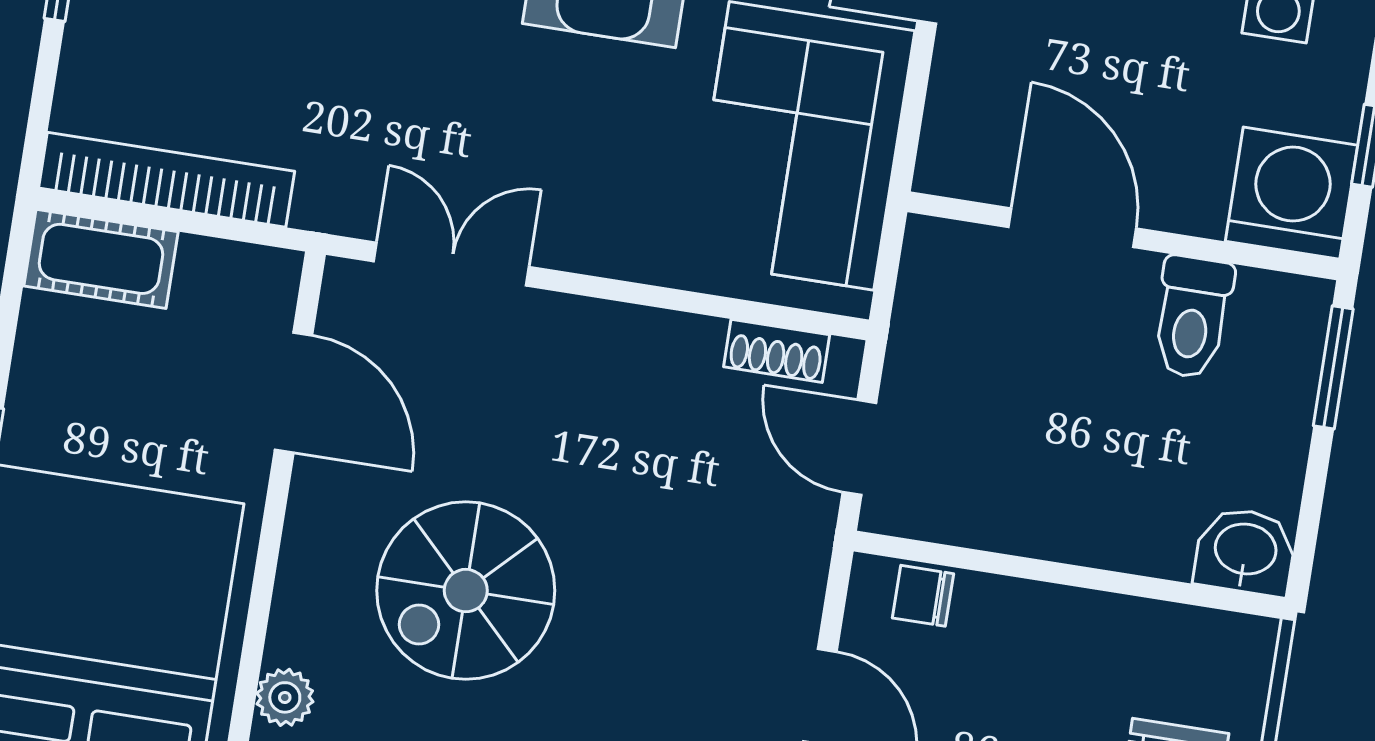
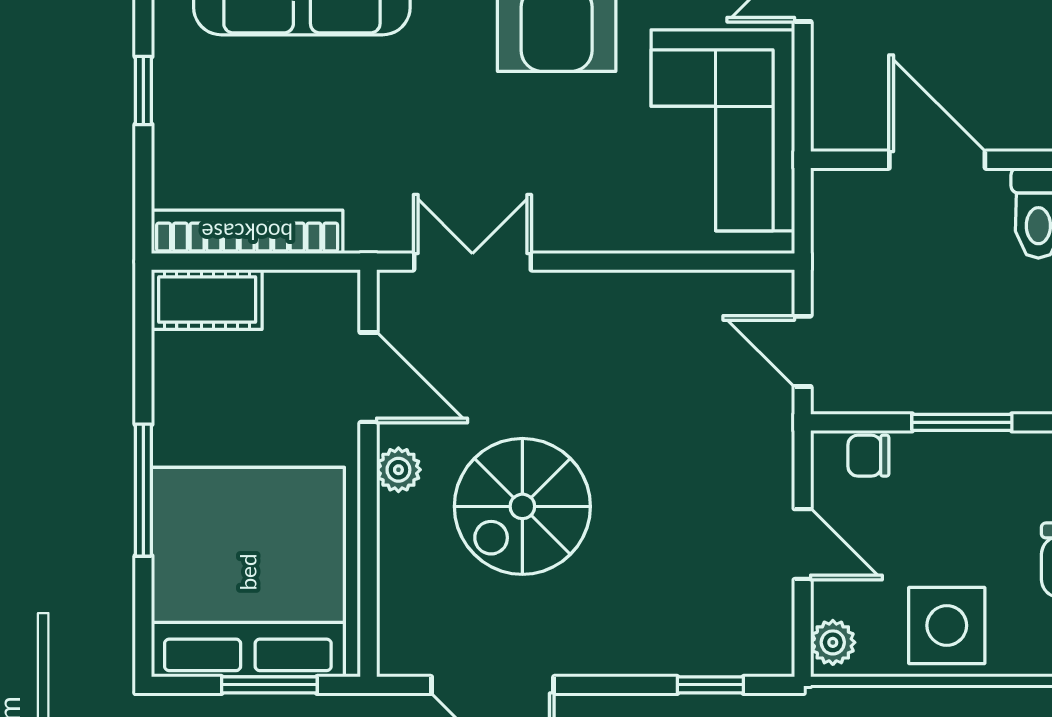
shoe rack: (777, 351) -> (728, 288), removed
window: (1051, 572) -> (962, 422), added
plant: (285, 697) -> (398, 470), moved

